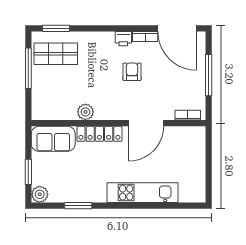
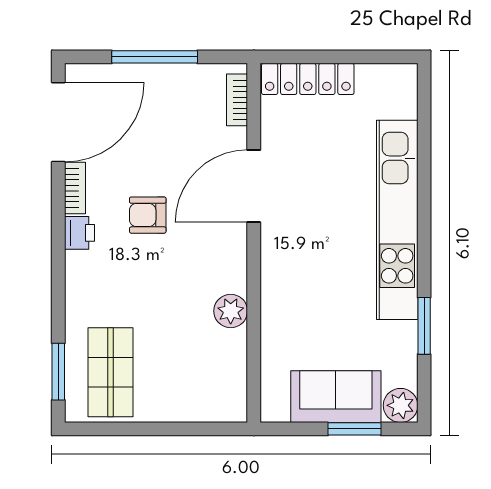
window: (28, 68) -> (141, 429), removed
door: (146, 123) -> (254, 186), swing flipped
locker: (99, 134) -> (308, 79), moved, turned 90
sofa: (53, 139) -> (336, 397), moved, turned -90
kitchen unit: (142, 193) -> (397, 220), width x1.36

